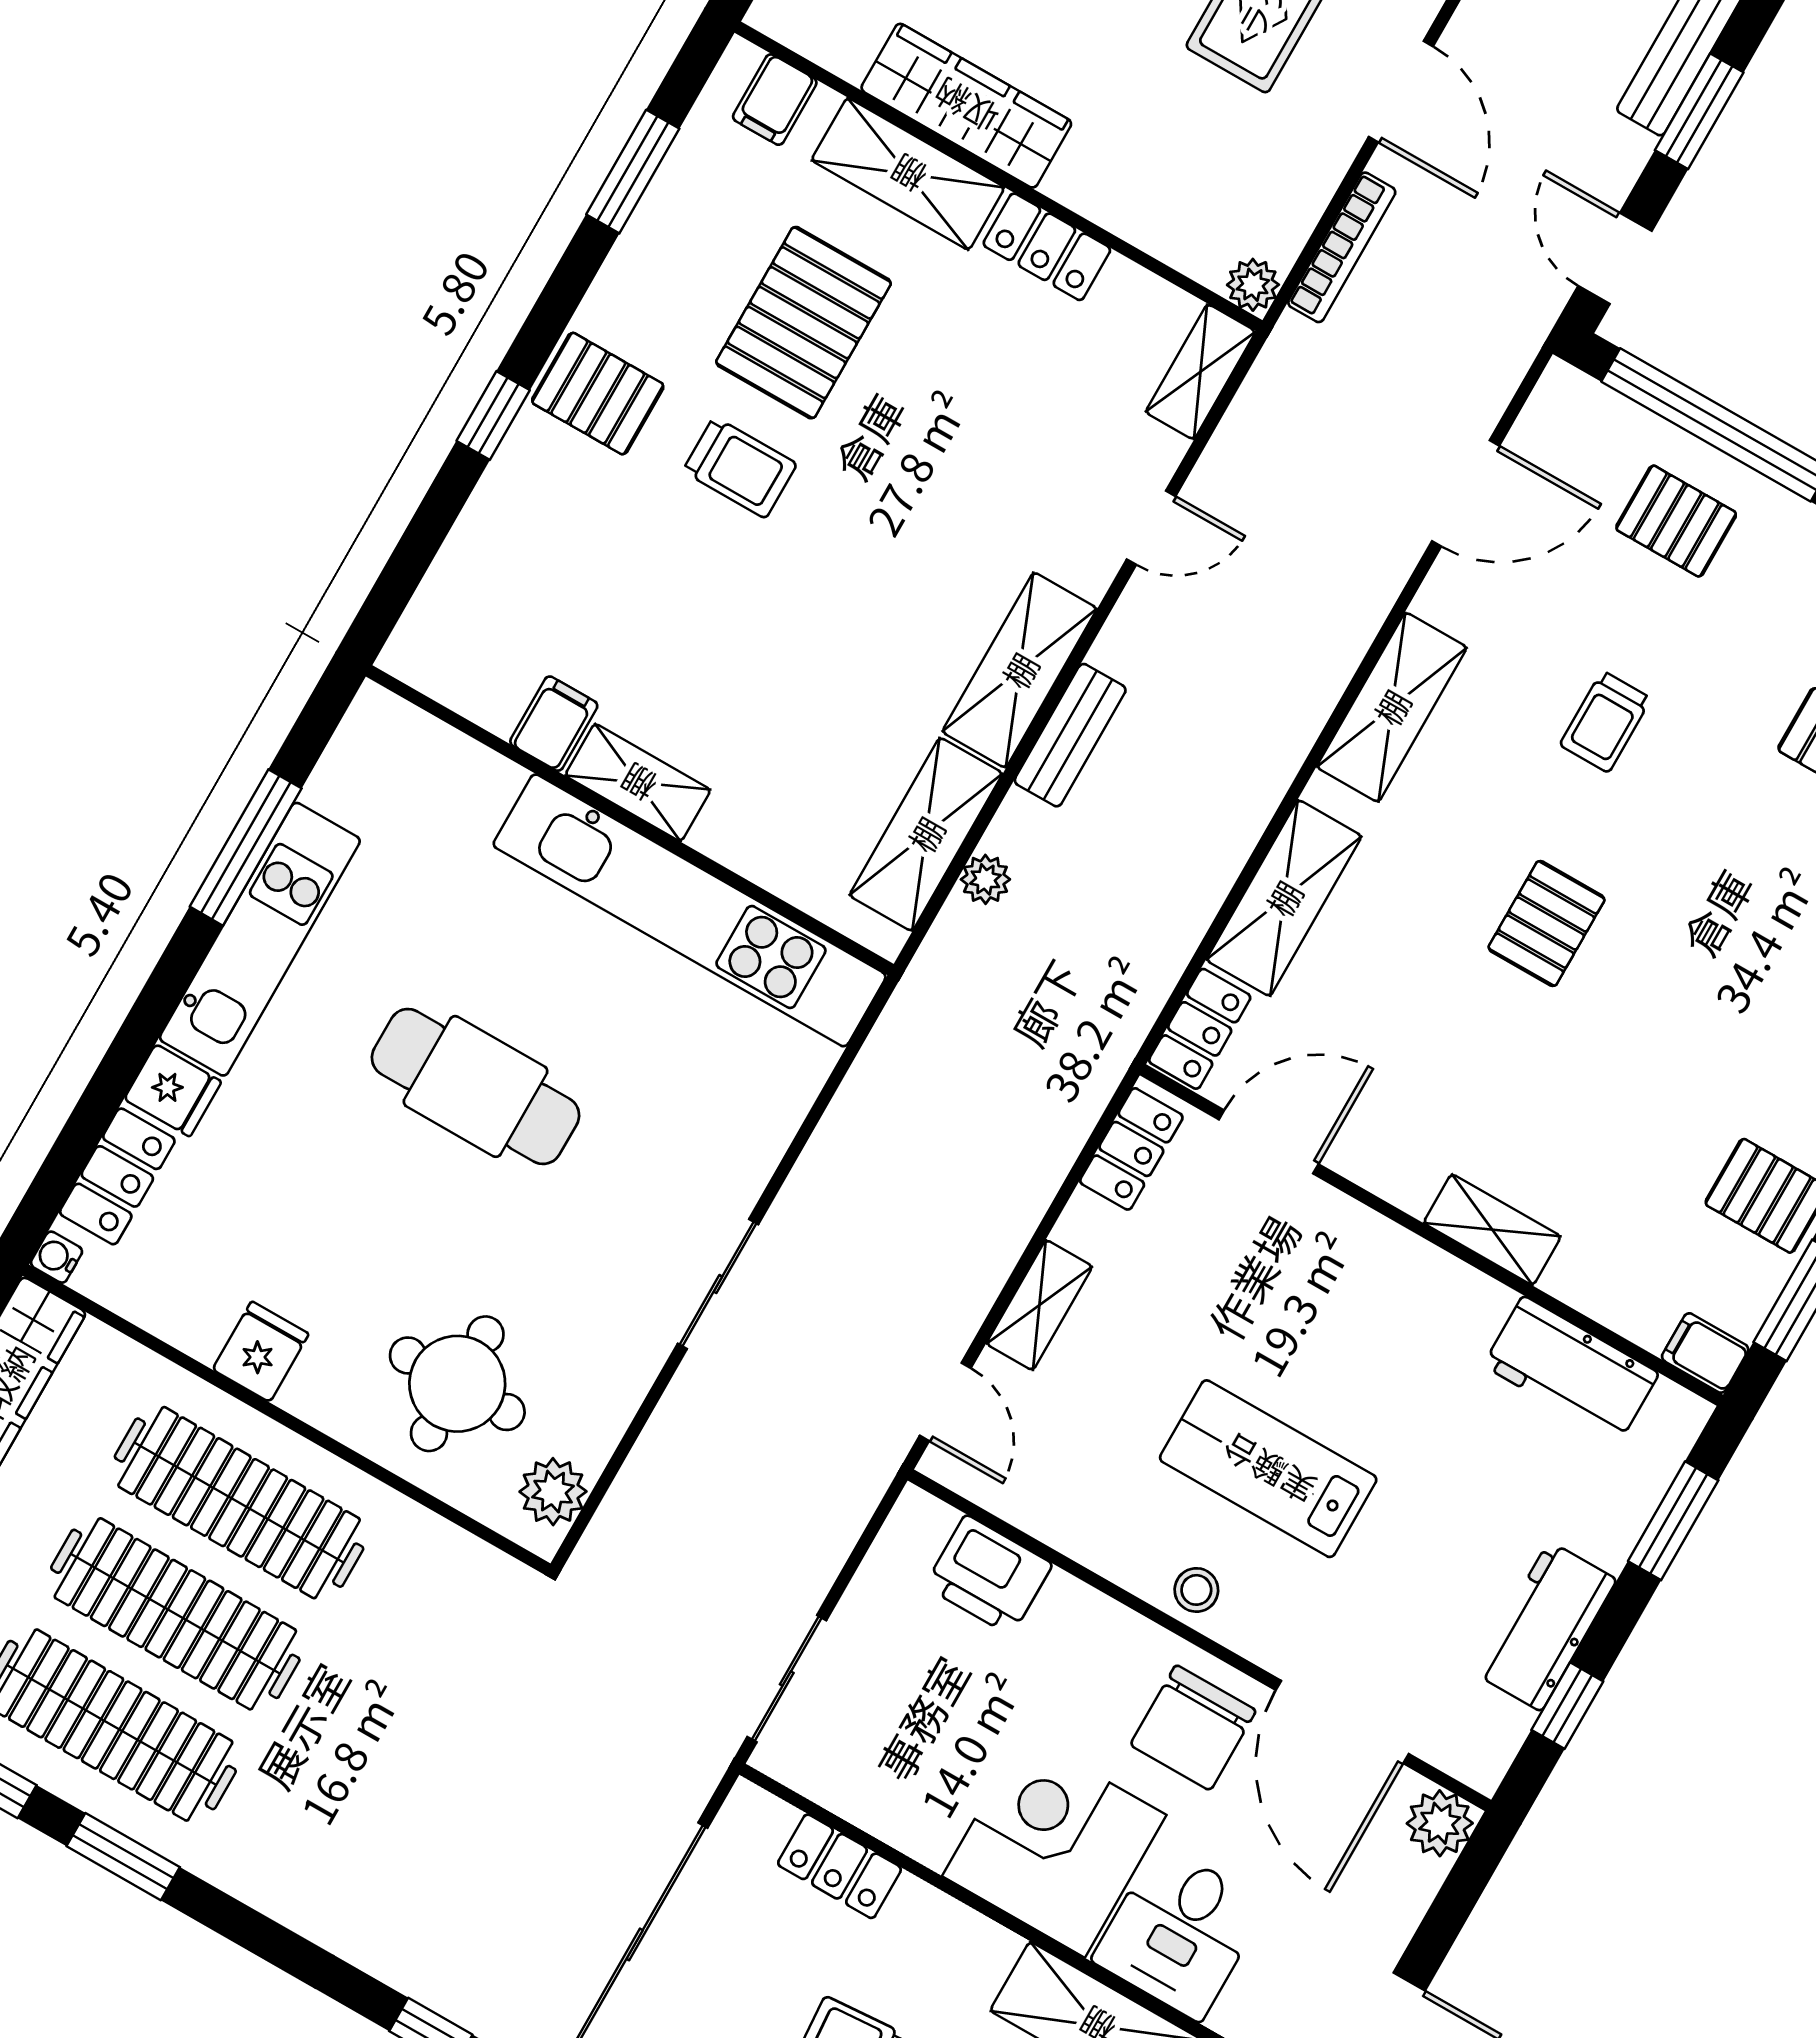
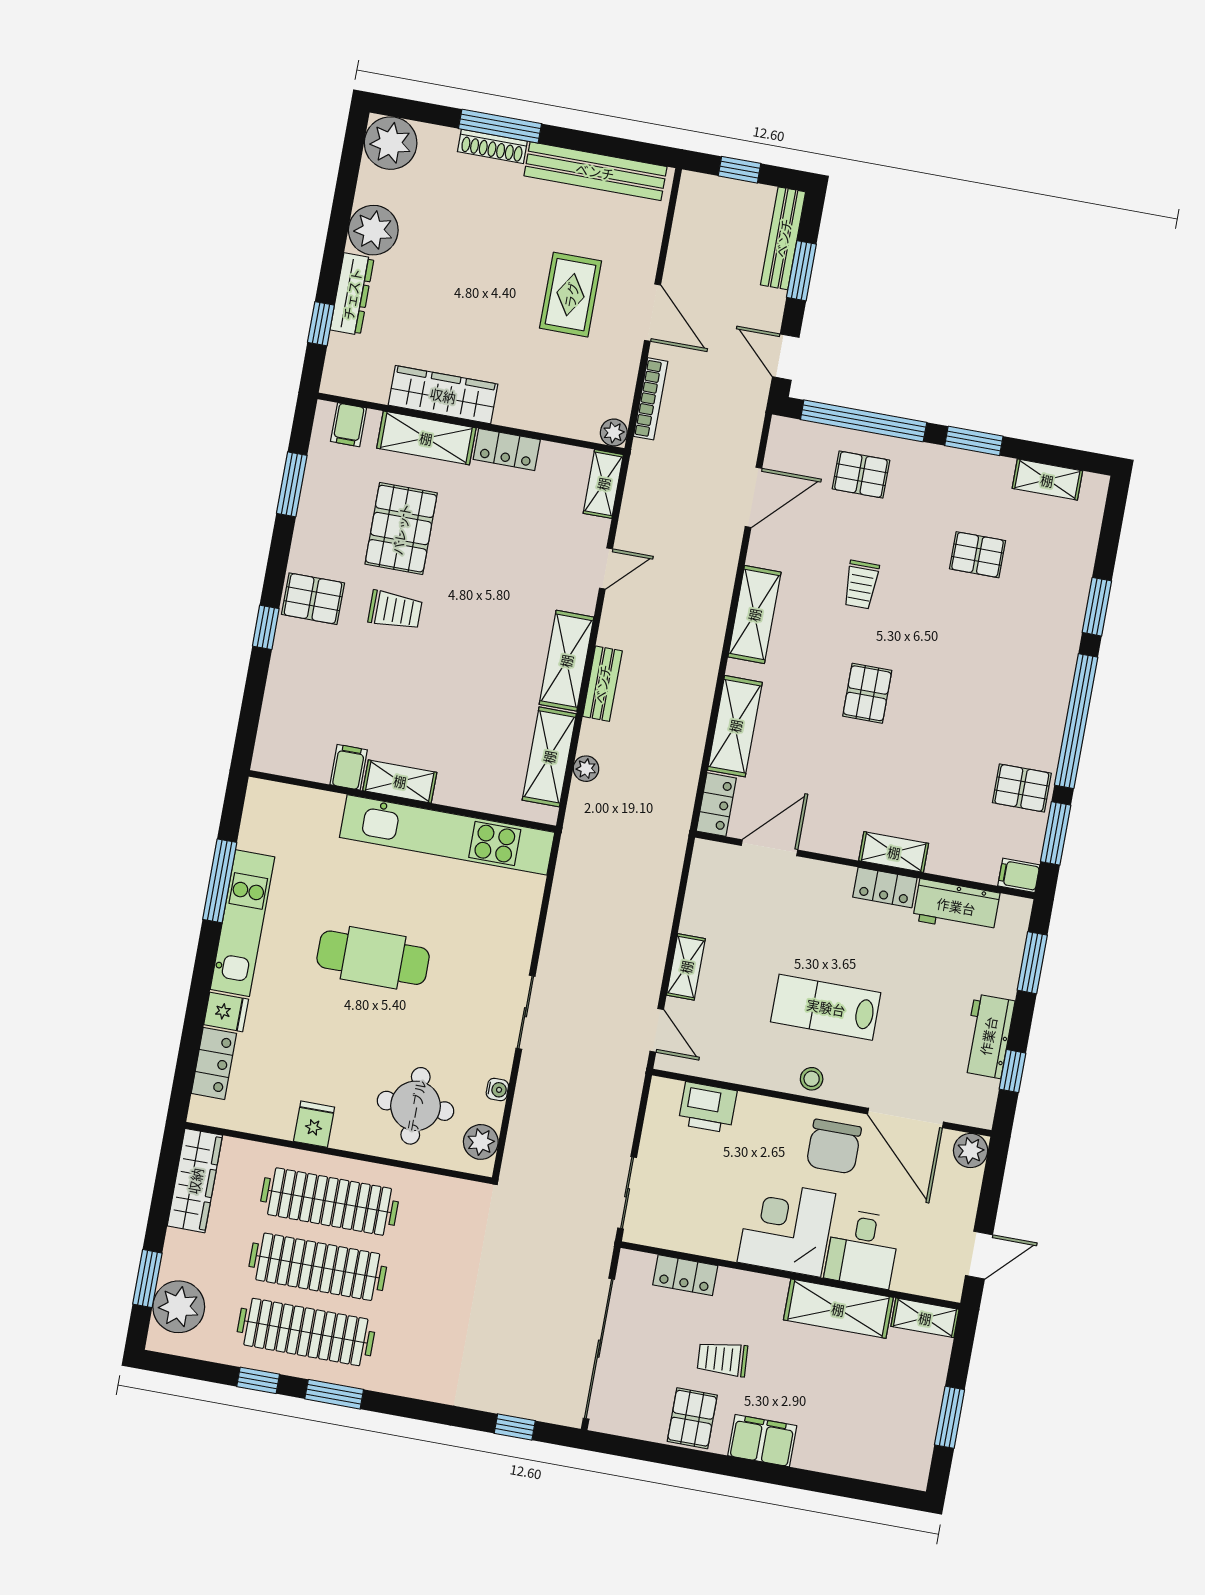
locker: (1131, 1149) -> (885, 888), moved, turned 90
water cooler: (57, 1257) -> (497, 1089), moved, turned 180

